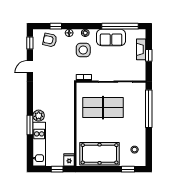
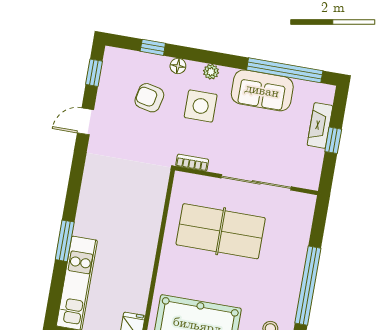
armchair: (50, 40) -> (149, 98), moved
window: (149, 109) -> (308, 286), moved
plant: (39, 116) -> (86, 225), removed

